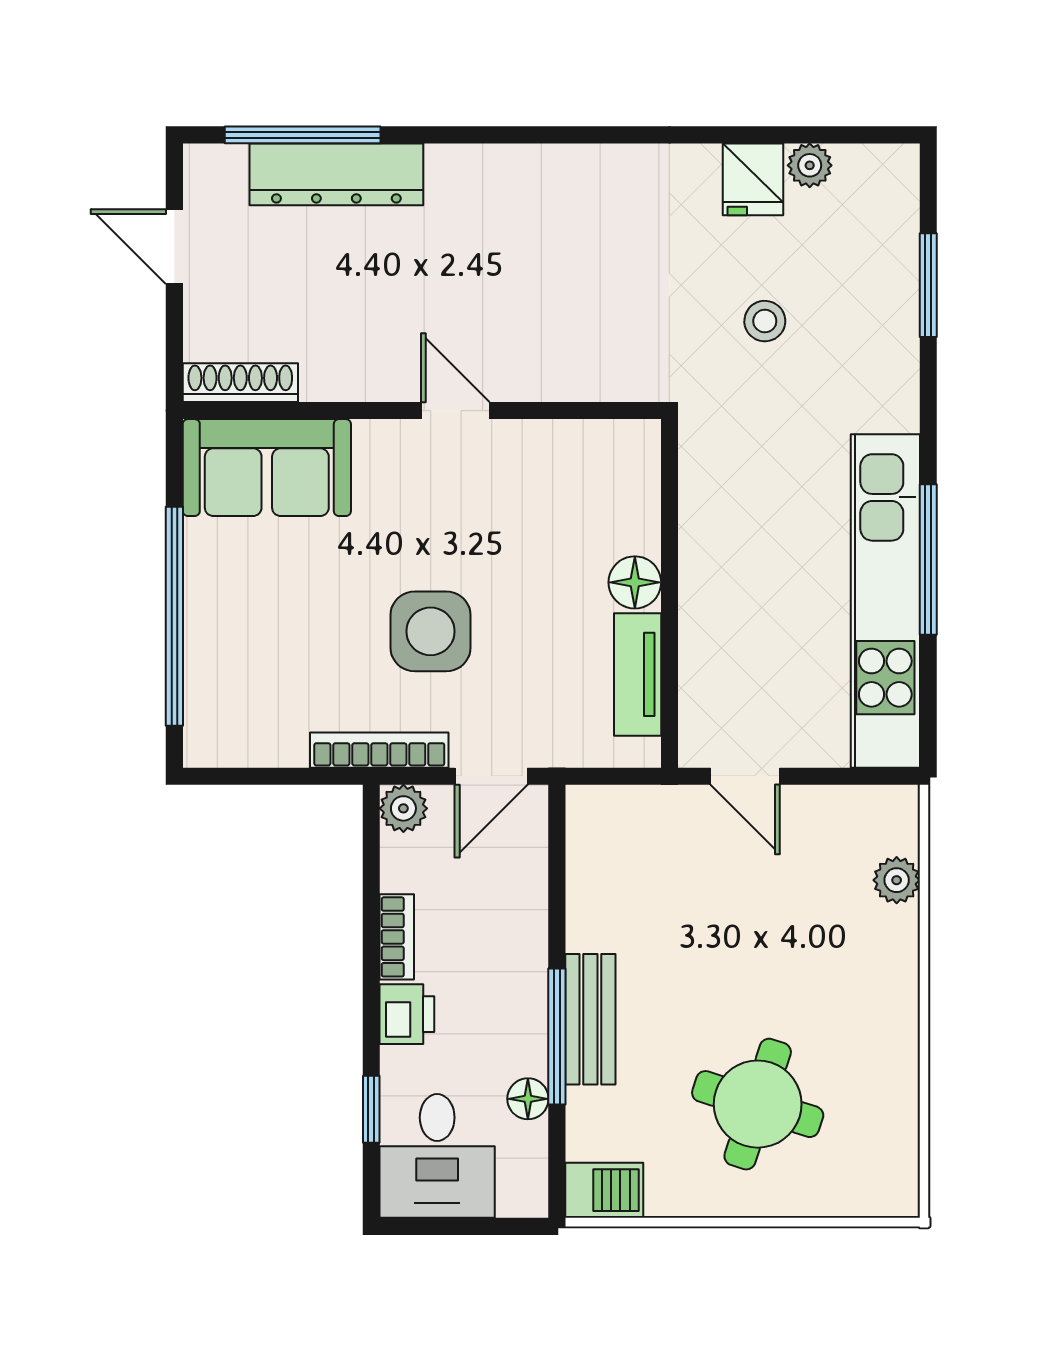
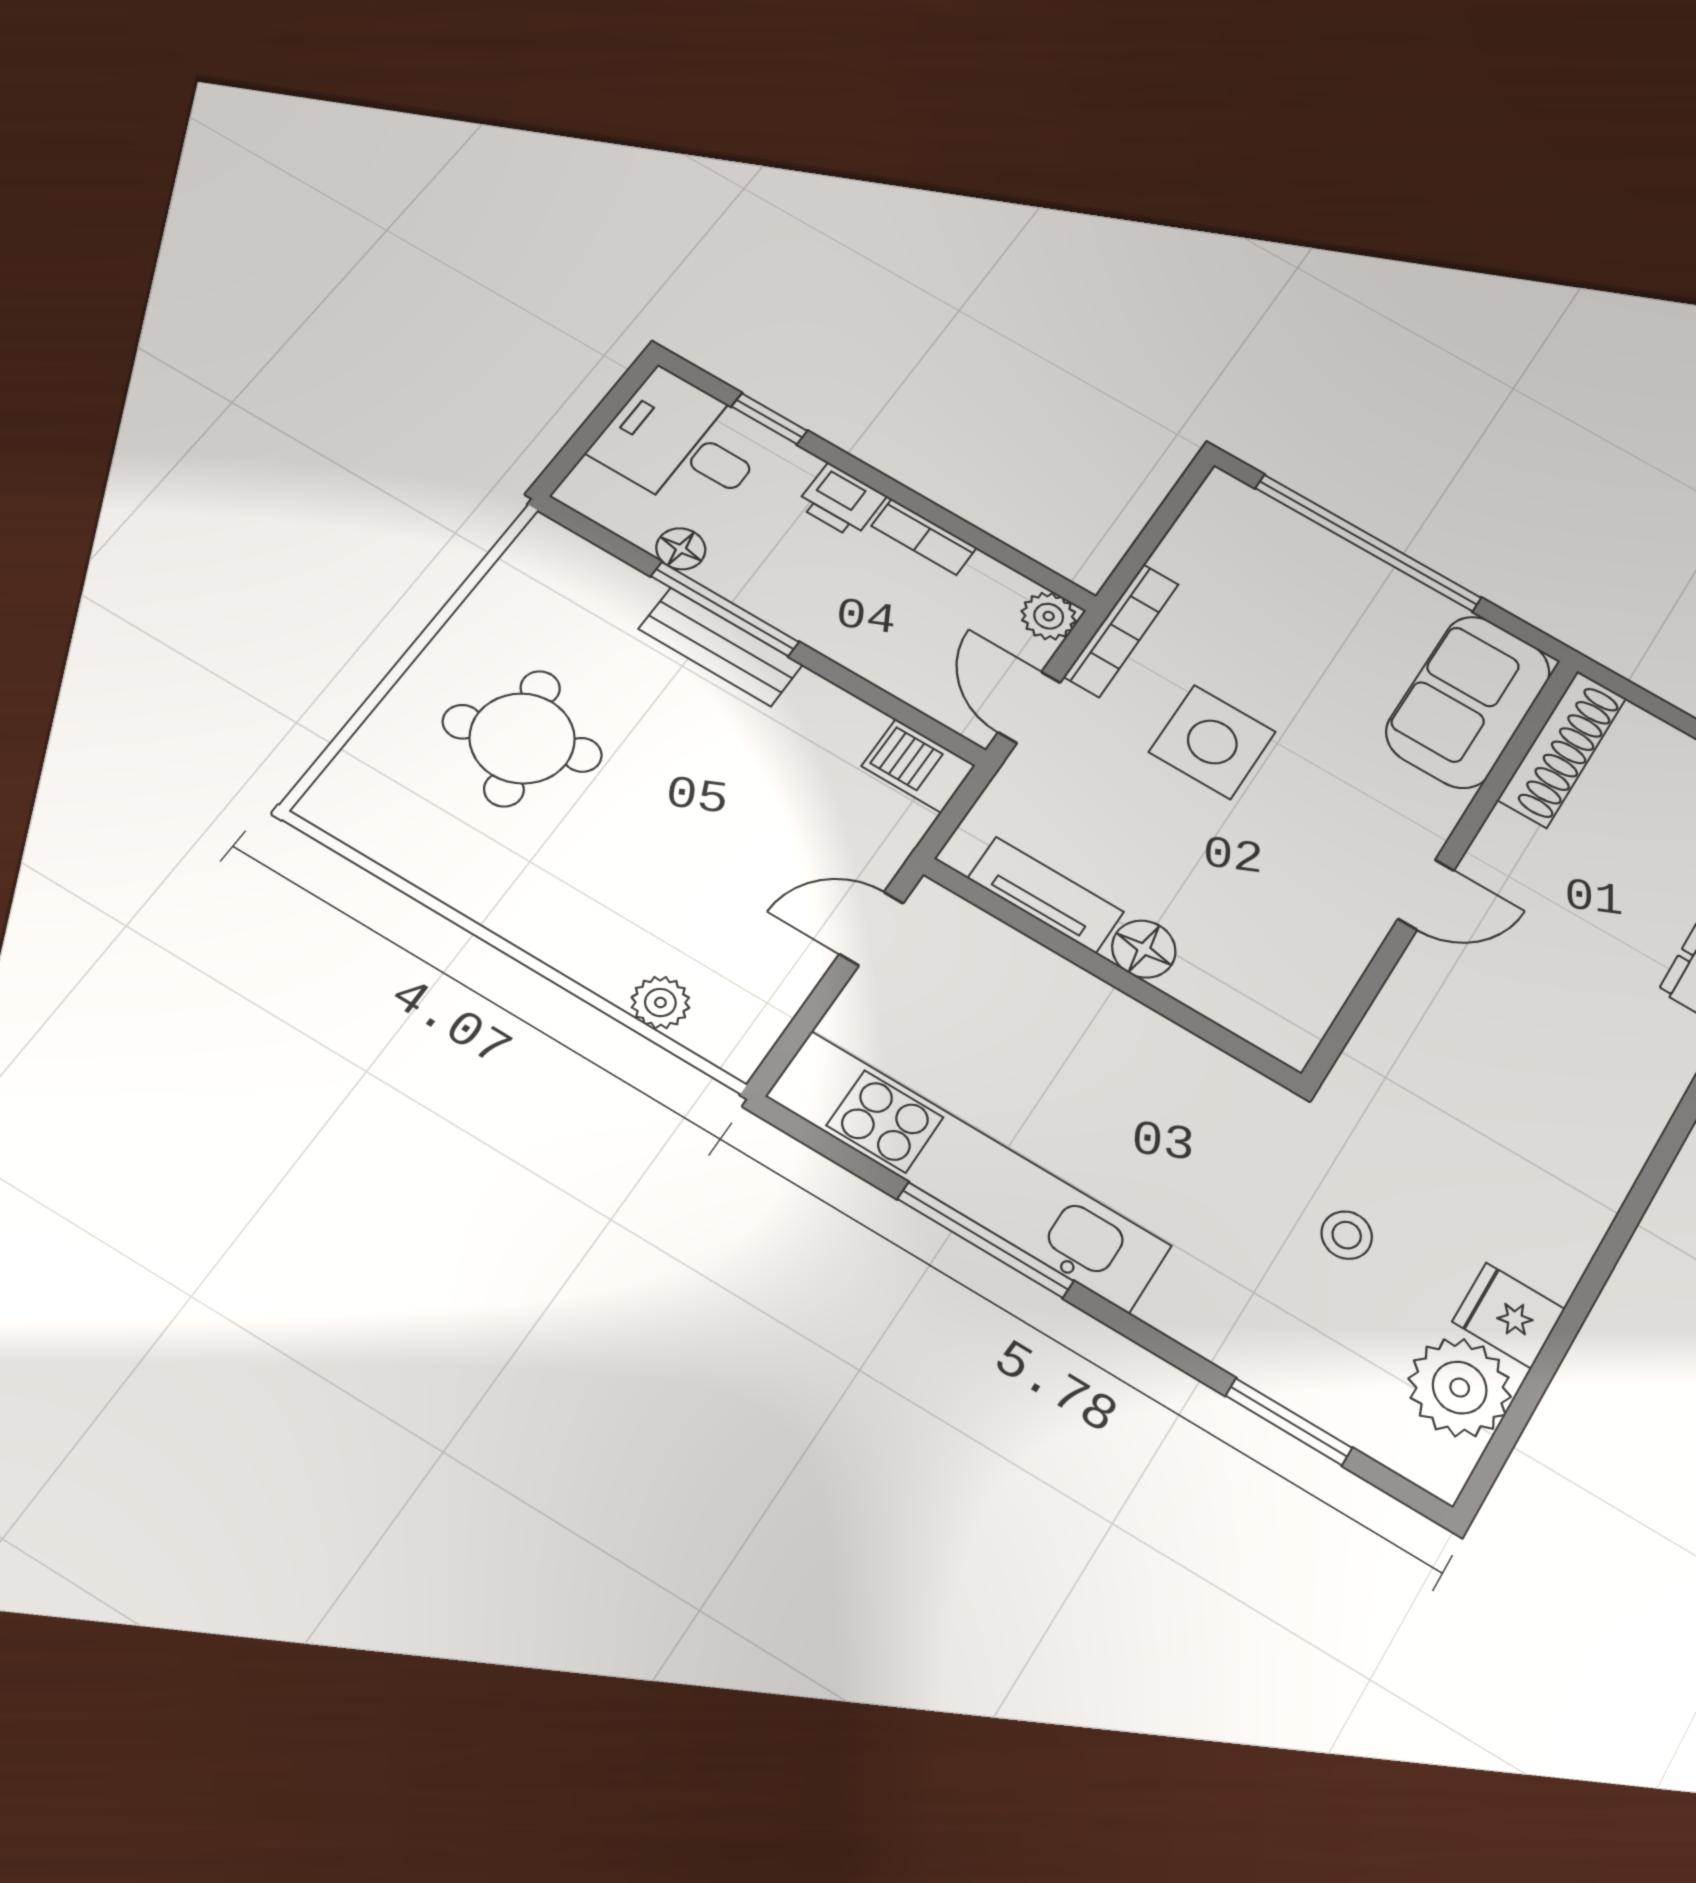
plant: (810, 165) -> (1460, 1388), width x1.87, depth x1.87
shoe rack: (240, 383) -> (1562, 749), width x1.36, depth x1.24
round table: (758, 1104) -> (522, 738), turned -35
barbecue: (604, 1190) -> (919, 766), moved, turned 90

